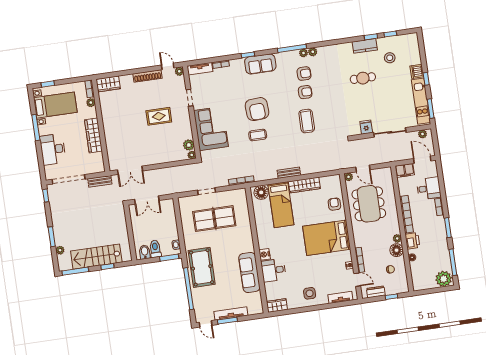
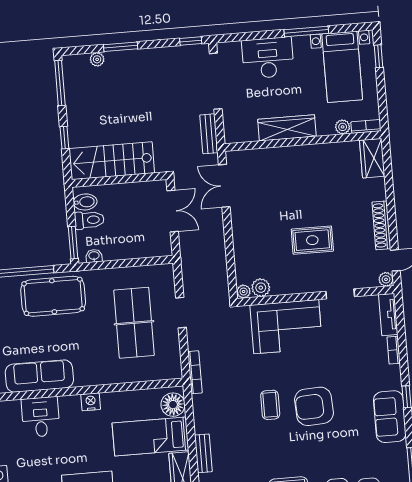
rug: (159, 116) -> (312, 240), turned 90
double door: (147, 200) -> (173, 211), swing flipped
nightstand: (265, 254) -> (91, 402), moved
stairs: (96, 257) -> (112, 161), moved, turned -90

